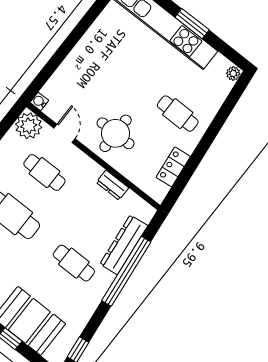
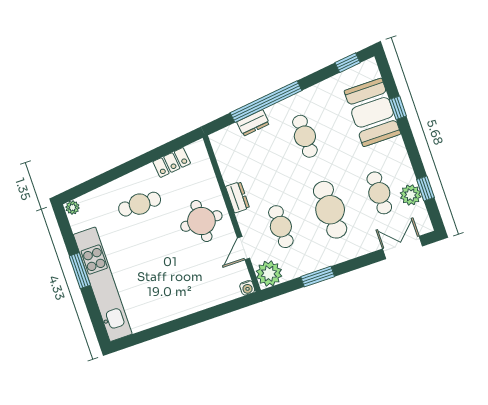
cafe table: (178, 114) -> (140, 204), turned 90
dresser: (112, 185) -> (237, 197), moved
dresser: (124, 245) -> (253, 123), width x0.51, depth x0.80

